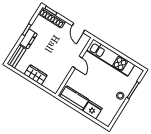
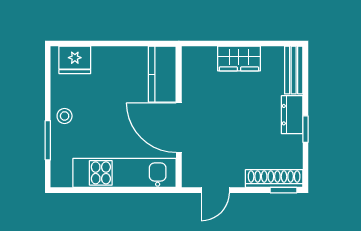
door: (78, 28) -> (215, 190), swing flipped
door: (77, 62) -> (179, 128), width x1.87
kitchen counter: (74, 98) -> (162, 74), moved, turned 90
fridge: (93, 110) -> (75, 60), moved

